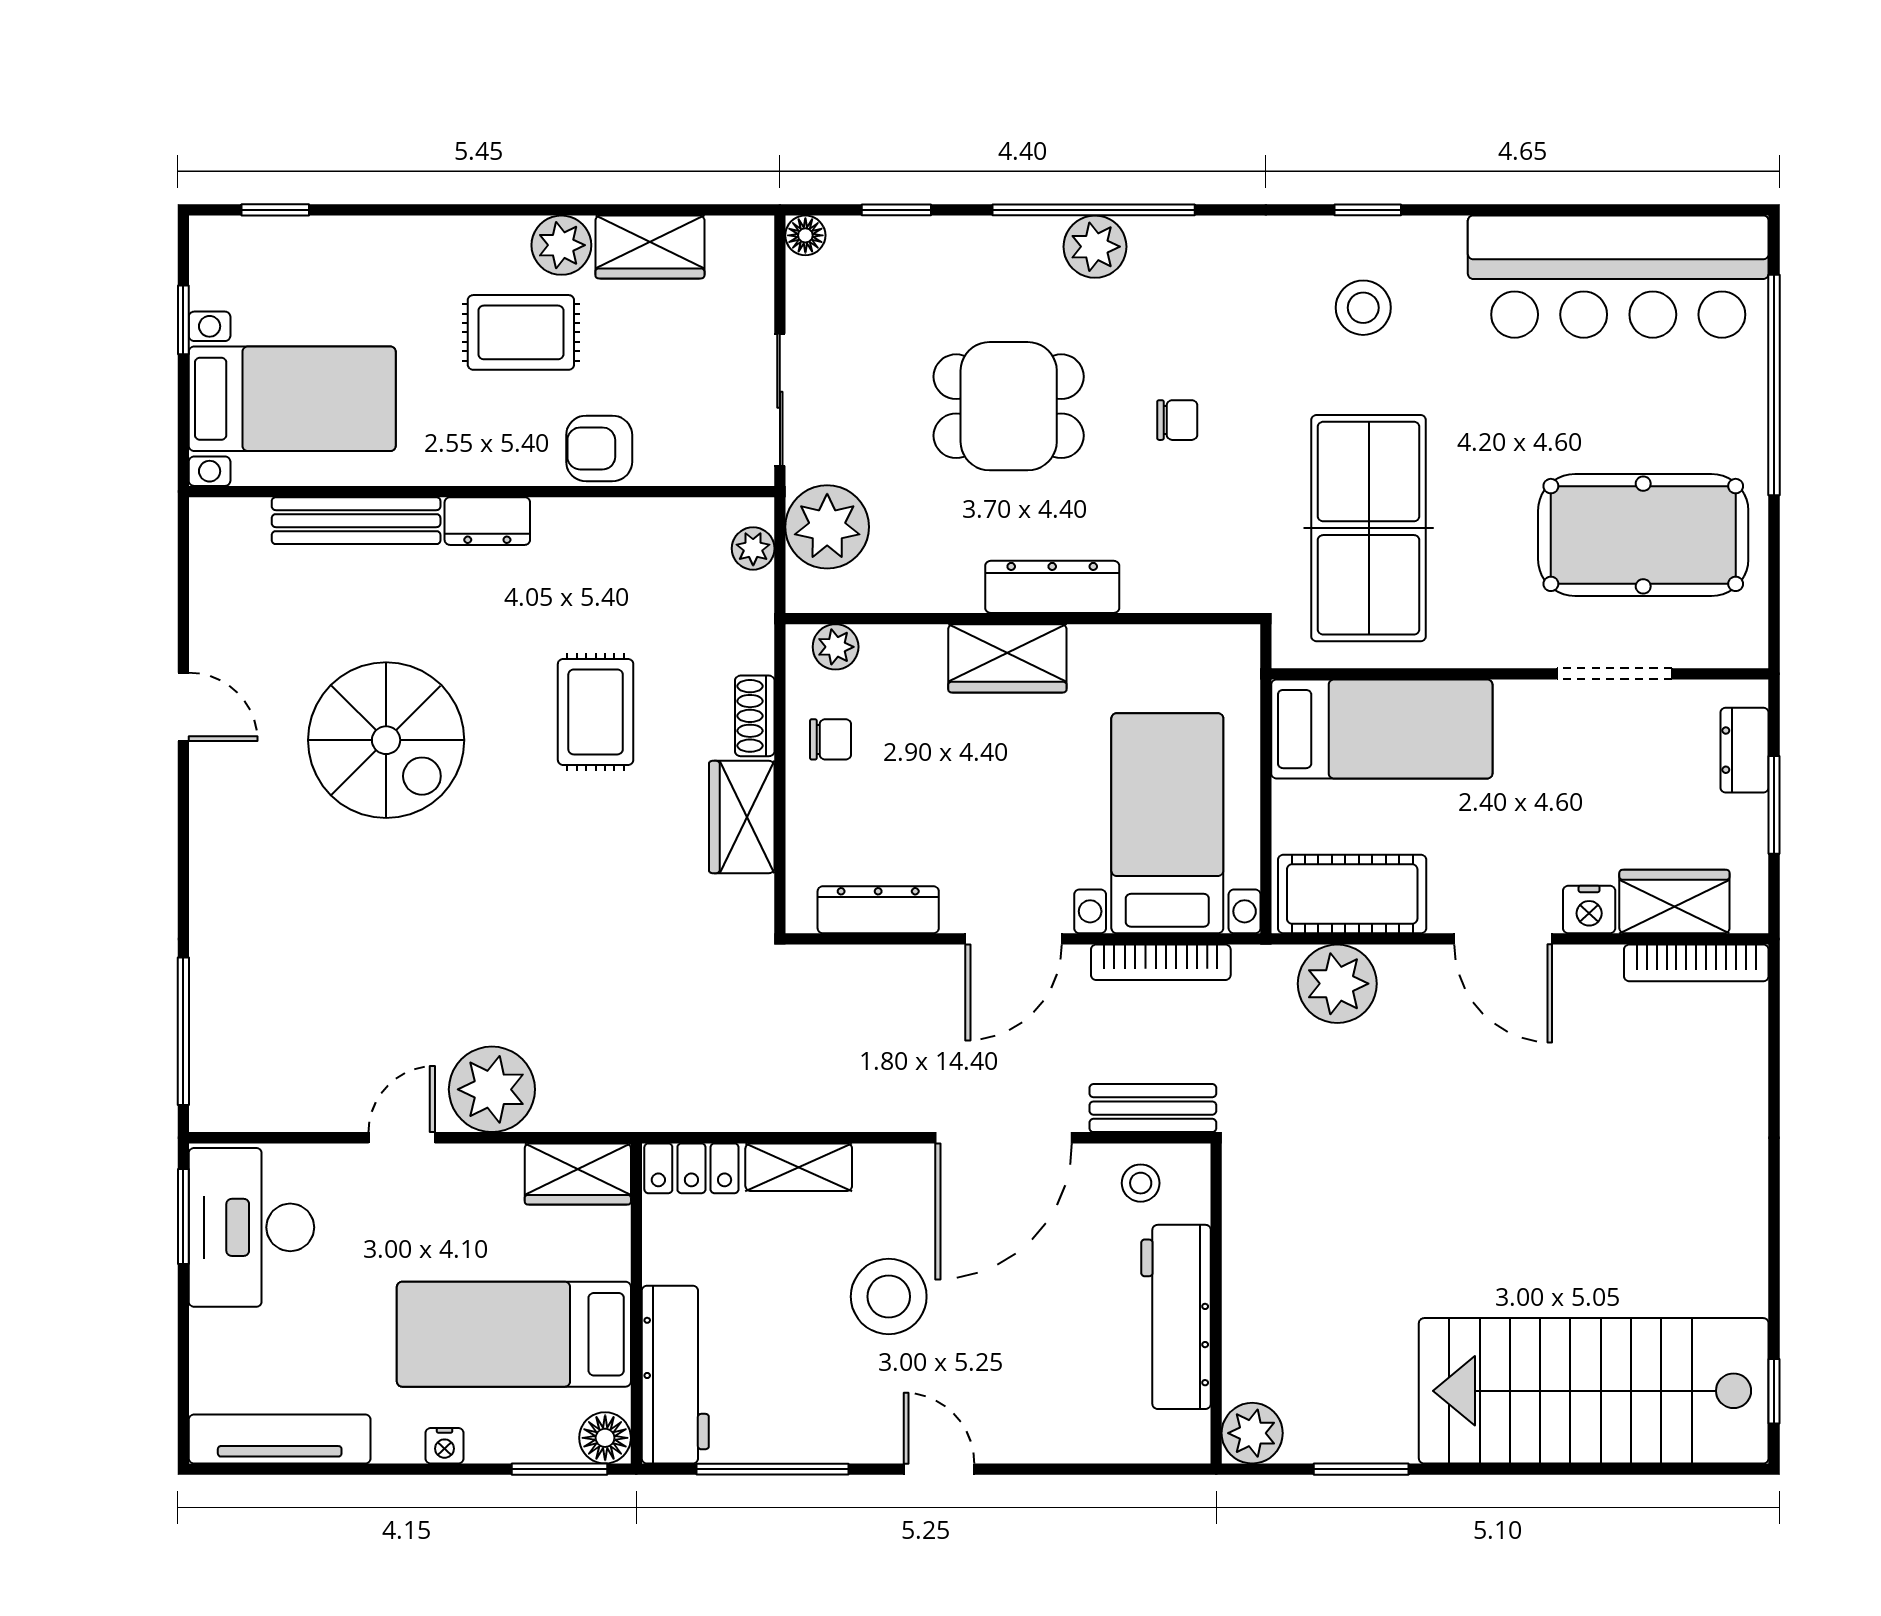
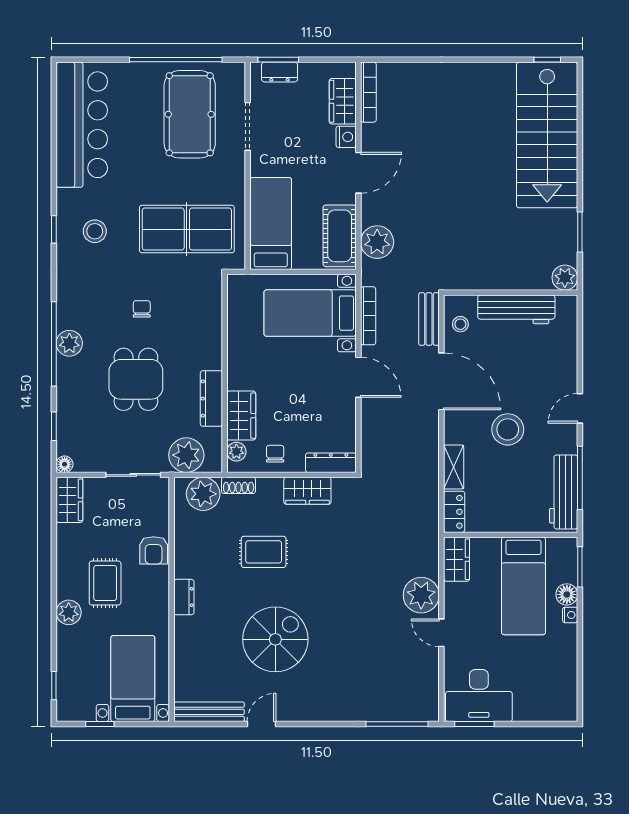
plant: (561, 245) -> (69, 612), moved
wardrobe: (650, 247) -> (69, 500), moved
window: (1774, 385) -> (176, 60), moved
bench: (356, 521) -> (209, 712), moved, turned 90
plant: (753, 548) -> (203, 494), width x1.88, depth x1.88
dresser: (1052, 587) -> (211, 399), moved
wardrobe: (1007, 658) -> (241, 416), moved
shoe rack: (755, 716) -> (239, 485), moved
window: (1774, 805) -> (278, 60), moved
dresser: (878, 910) -> (331, 463), moved, turned 90
workbench: (675, 1375) -> (564, 492), moved, turned -90
floor lamp: (605, 1438) -> (567, 594), moved
tv unit: (280, 1439) -> (567, 684), removed

